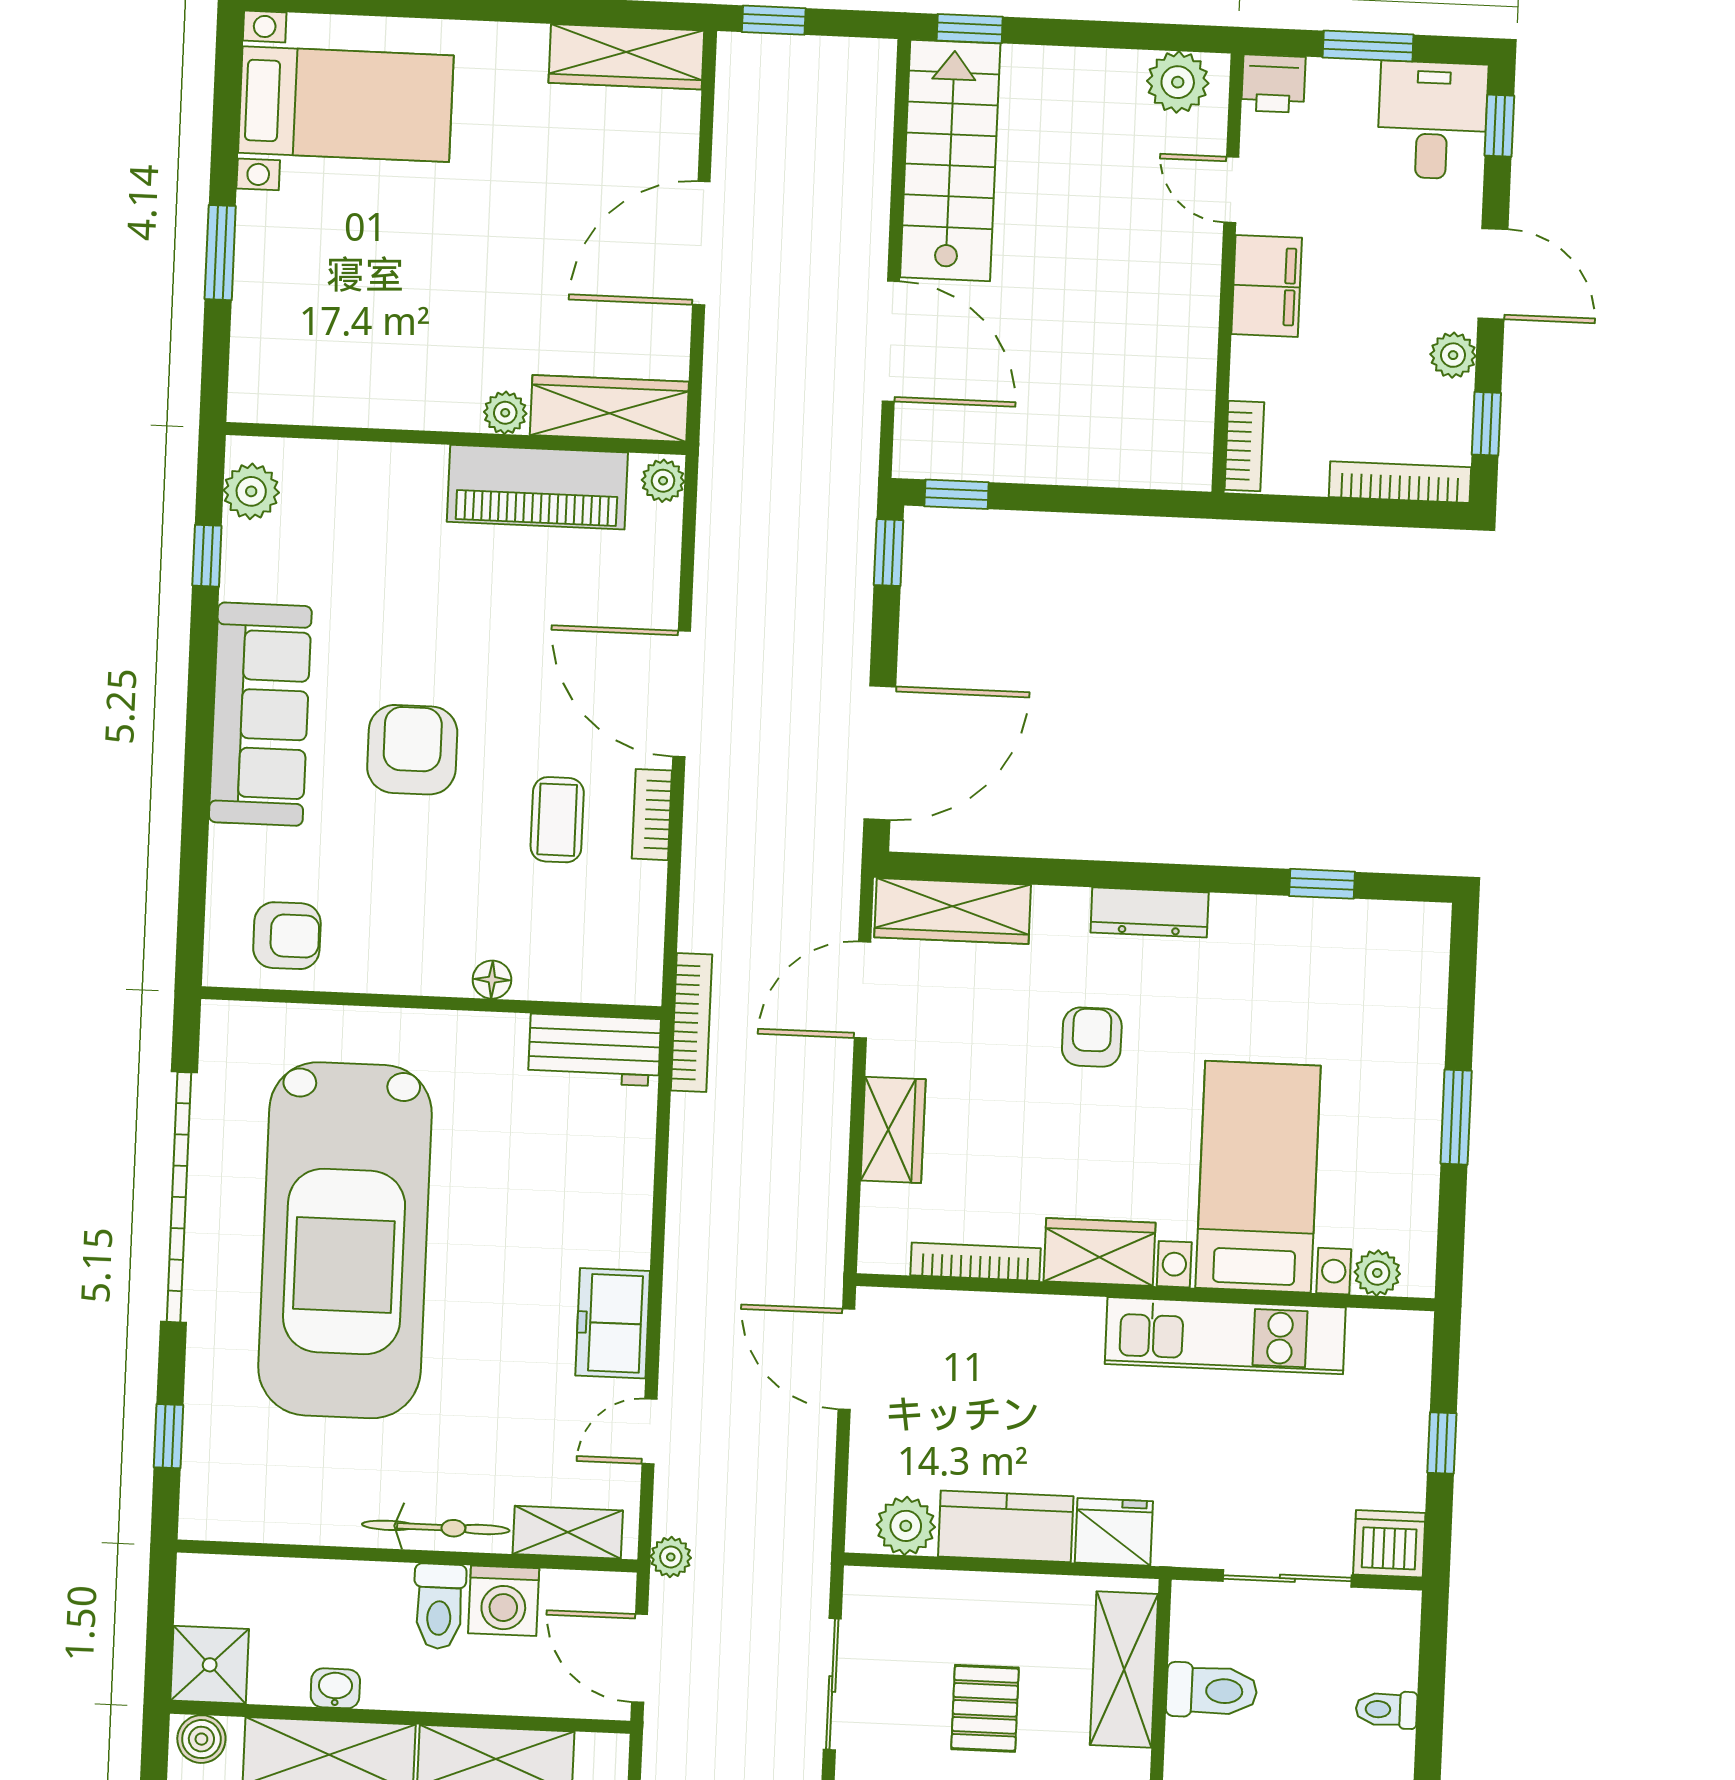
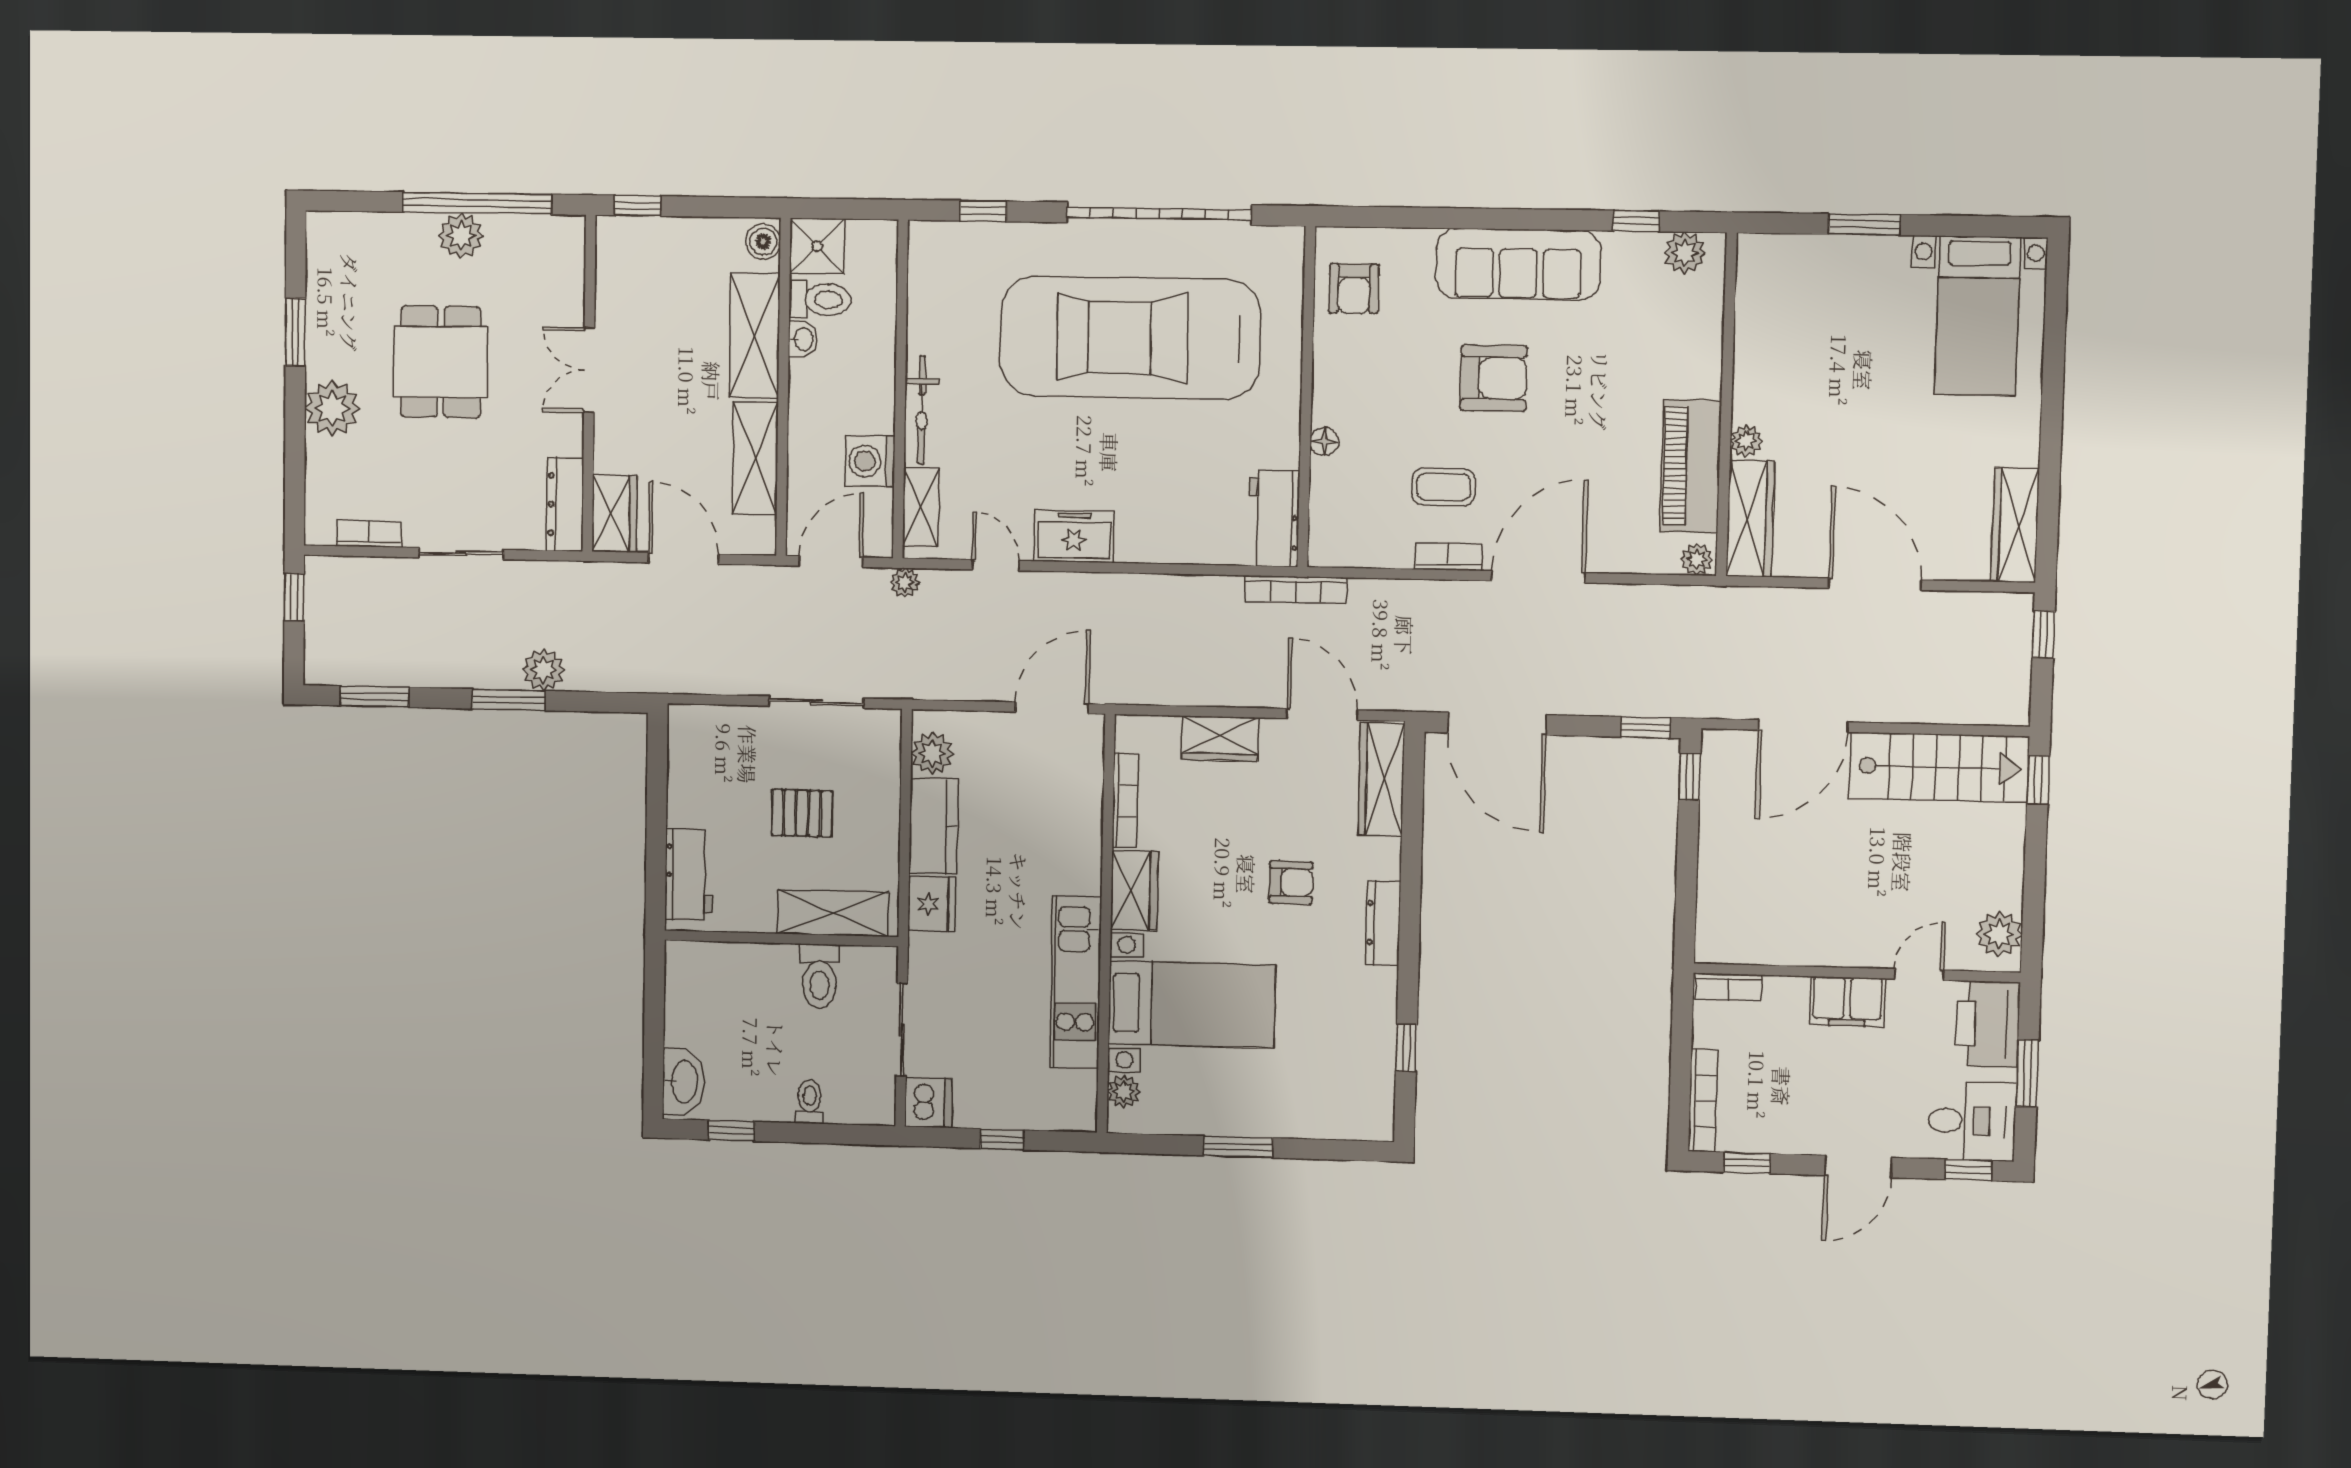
printer: (1273, 84) -> (1988, 1024), width x1.87, depth x1.48
plant: (1453, 355) -> (1797, 1138), removed
toilet: (439, 1606) -> (820, 300), moved, turned 180

